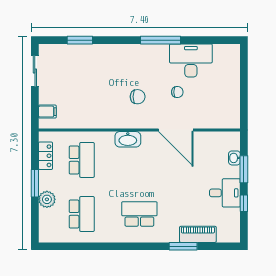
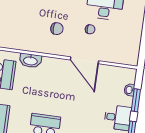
washbasin: (128, 139) -> (30, 61), moved

